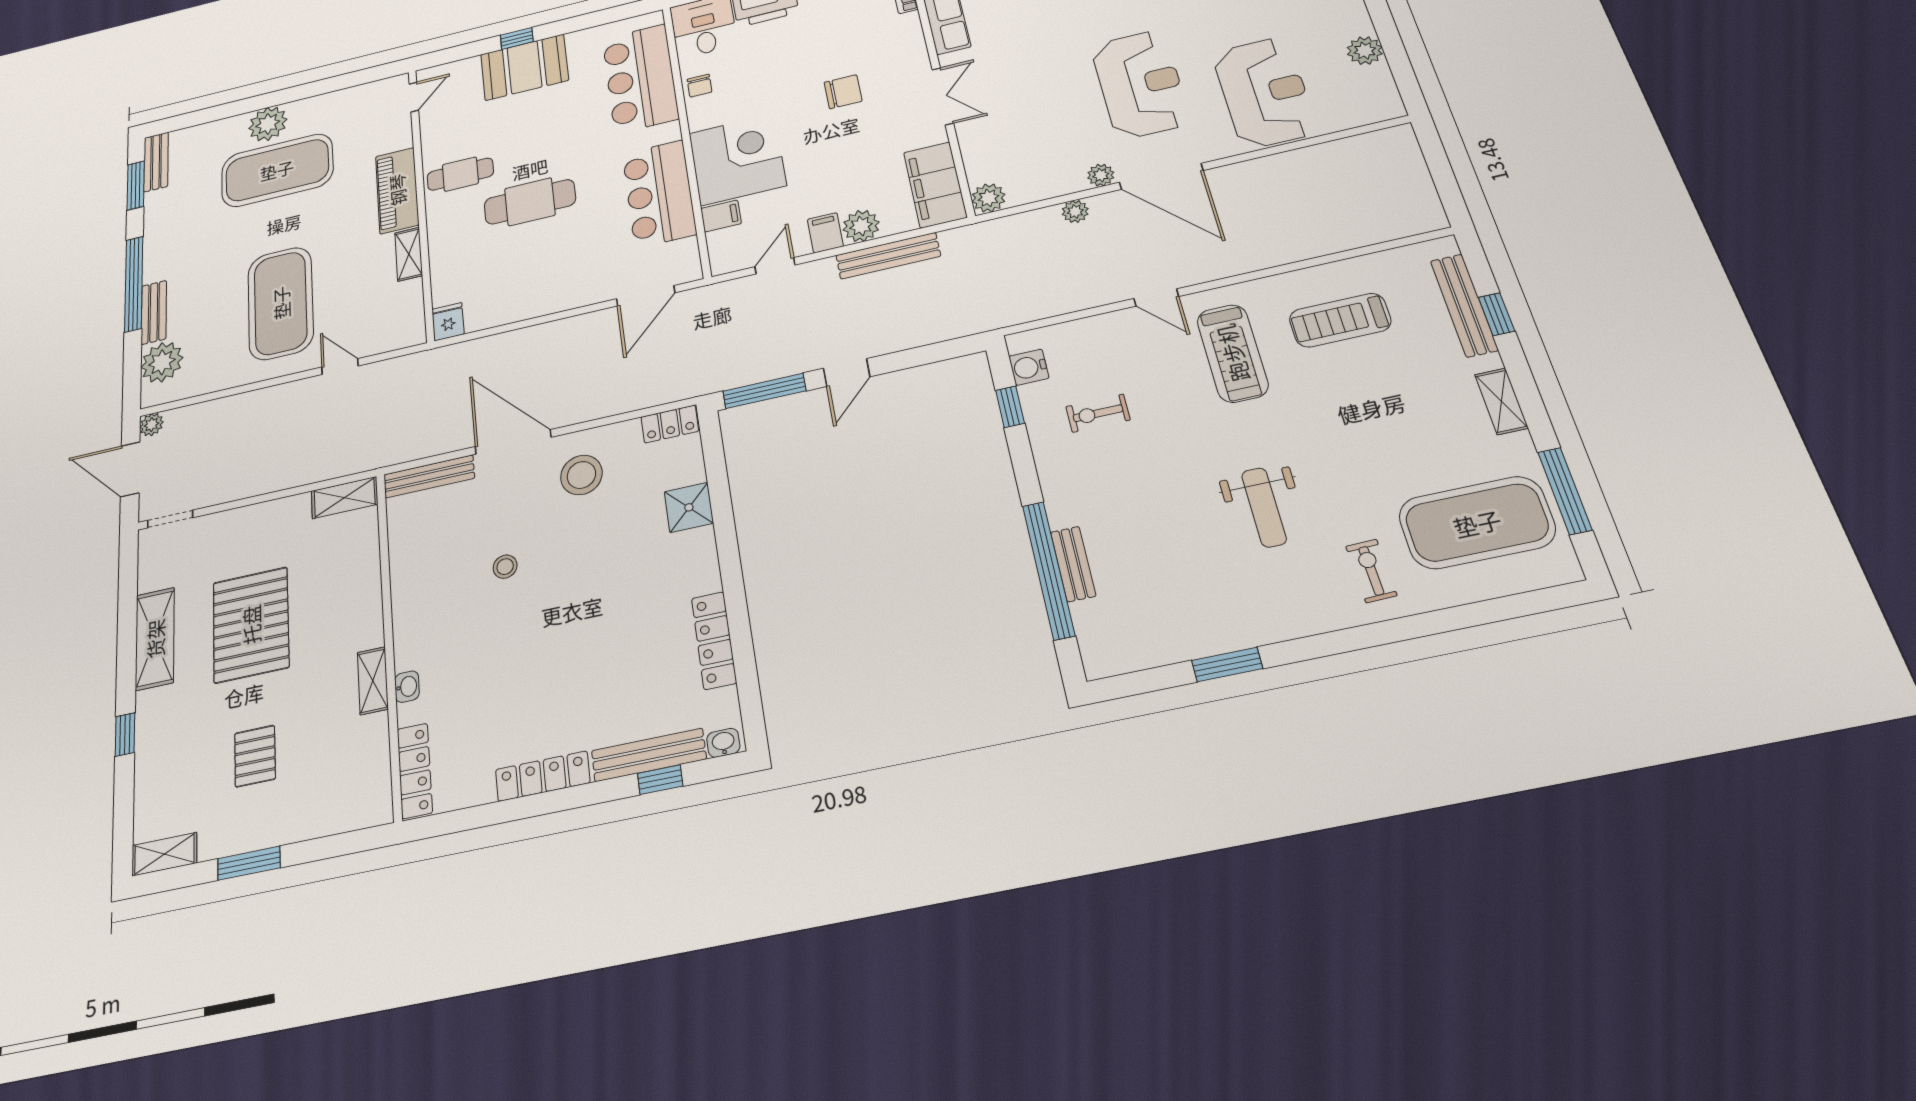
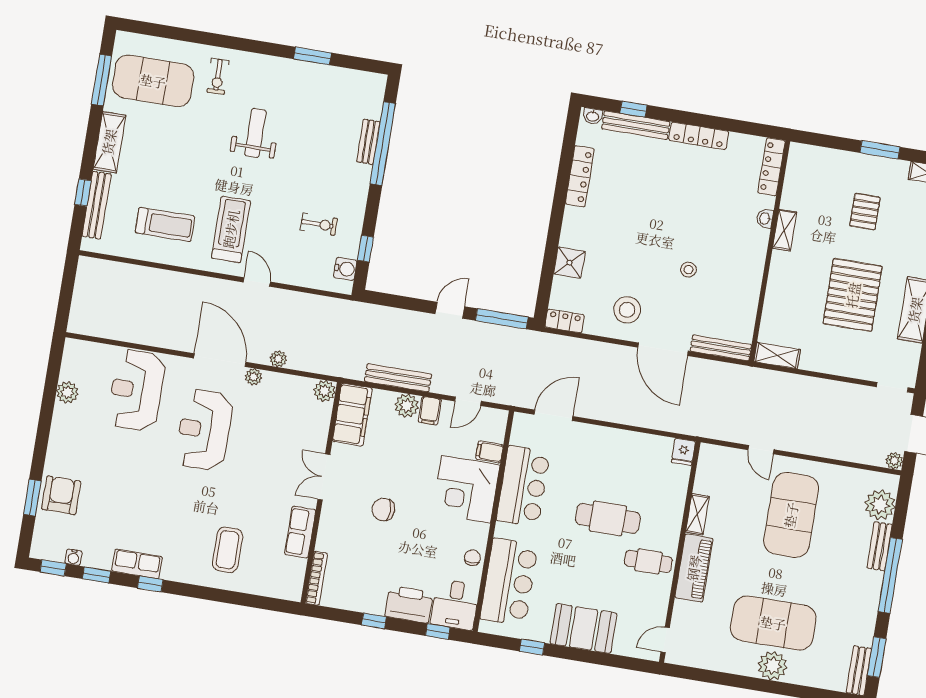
window: (517, 38) -> (532, 647), moved
shelving: (1501, 401) -> (109, 142), width x1.50, depth x1.33

